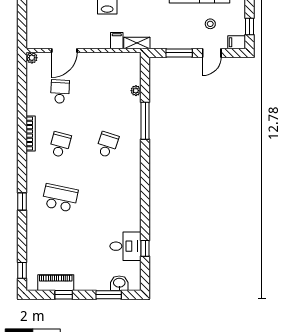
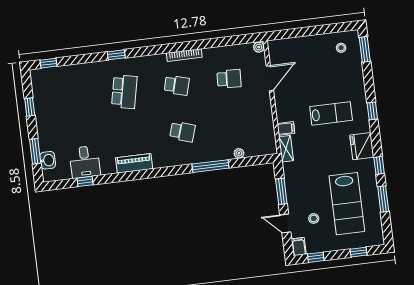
door: (64, 50) -> (270, 78), swing flipped
piano: (56, 283) -> (134, 163), moved, turned -90

